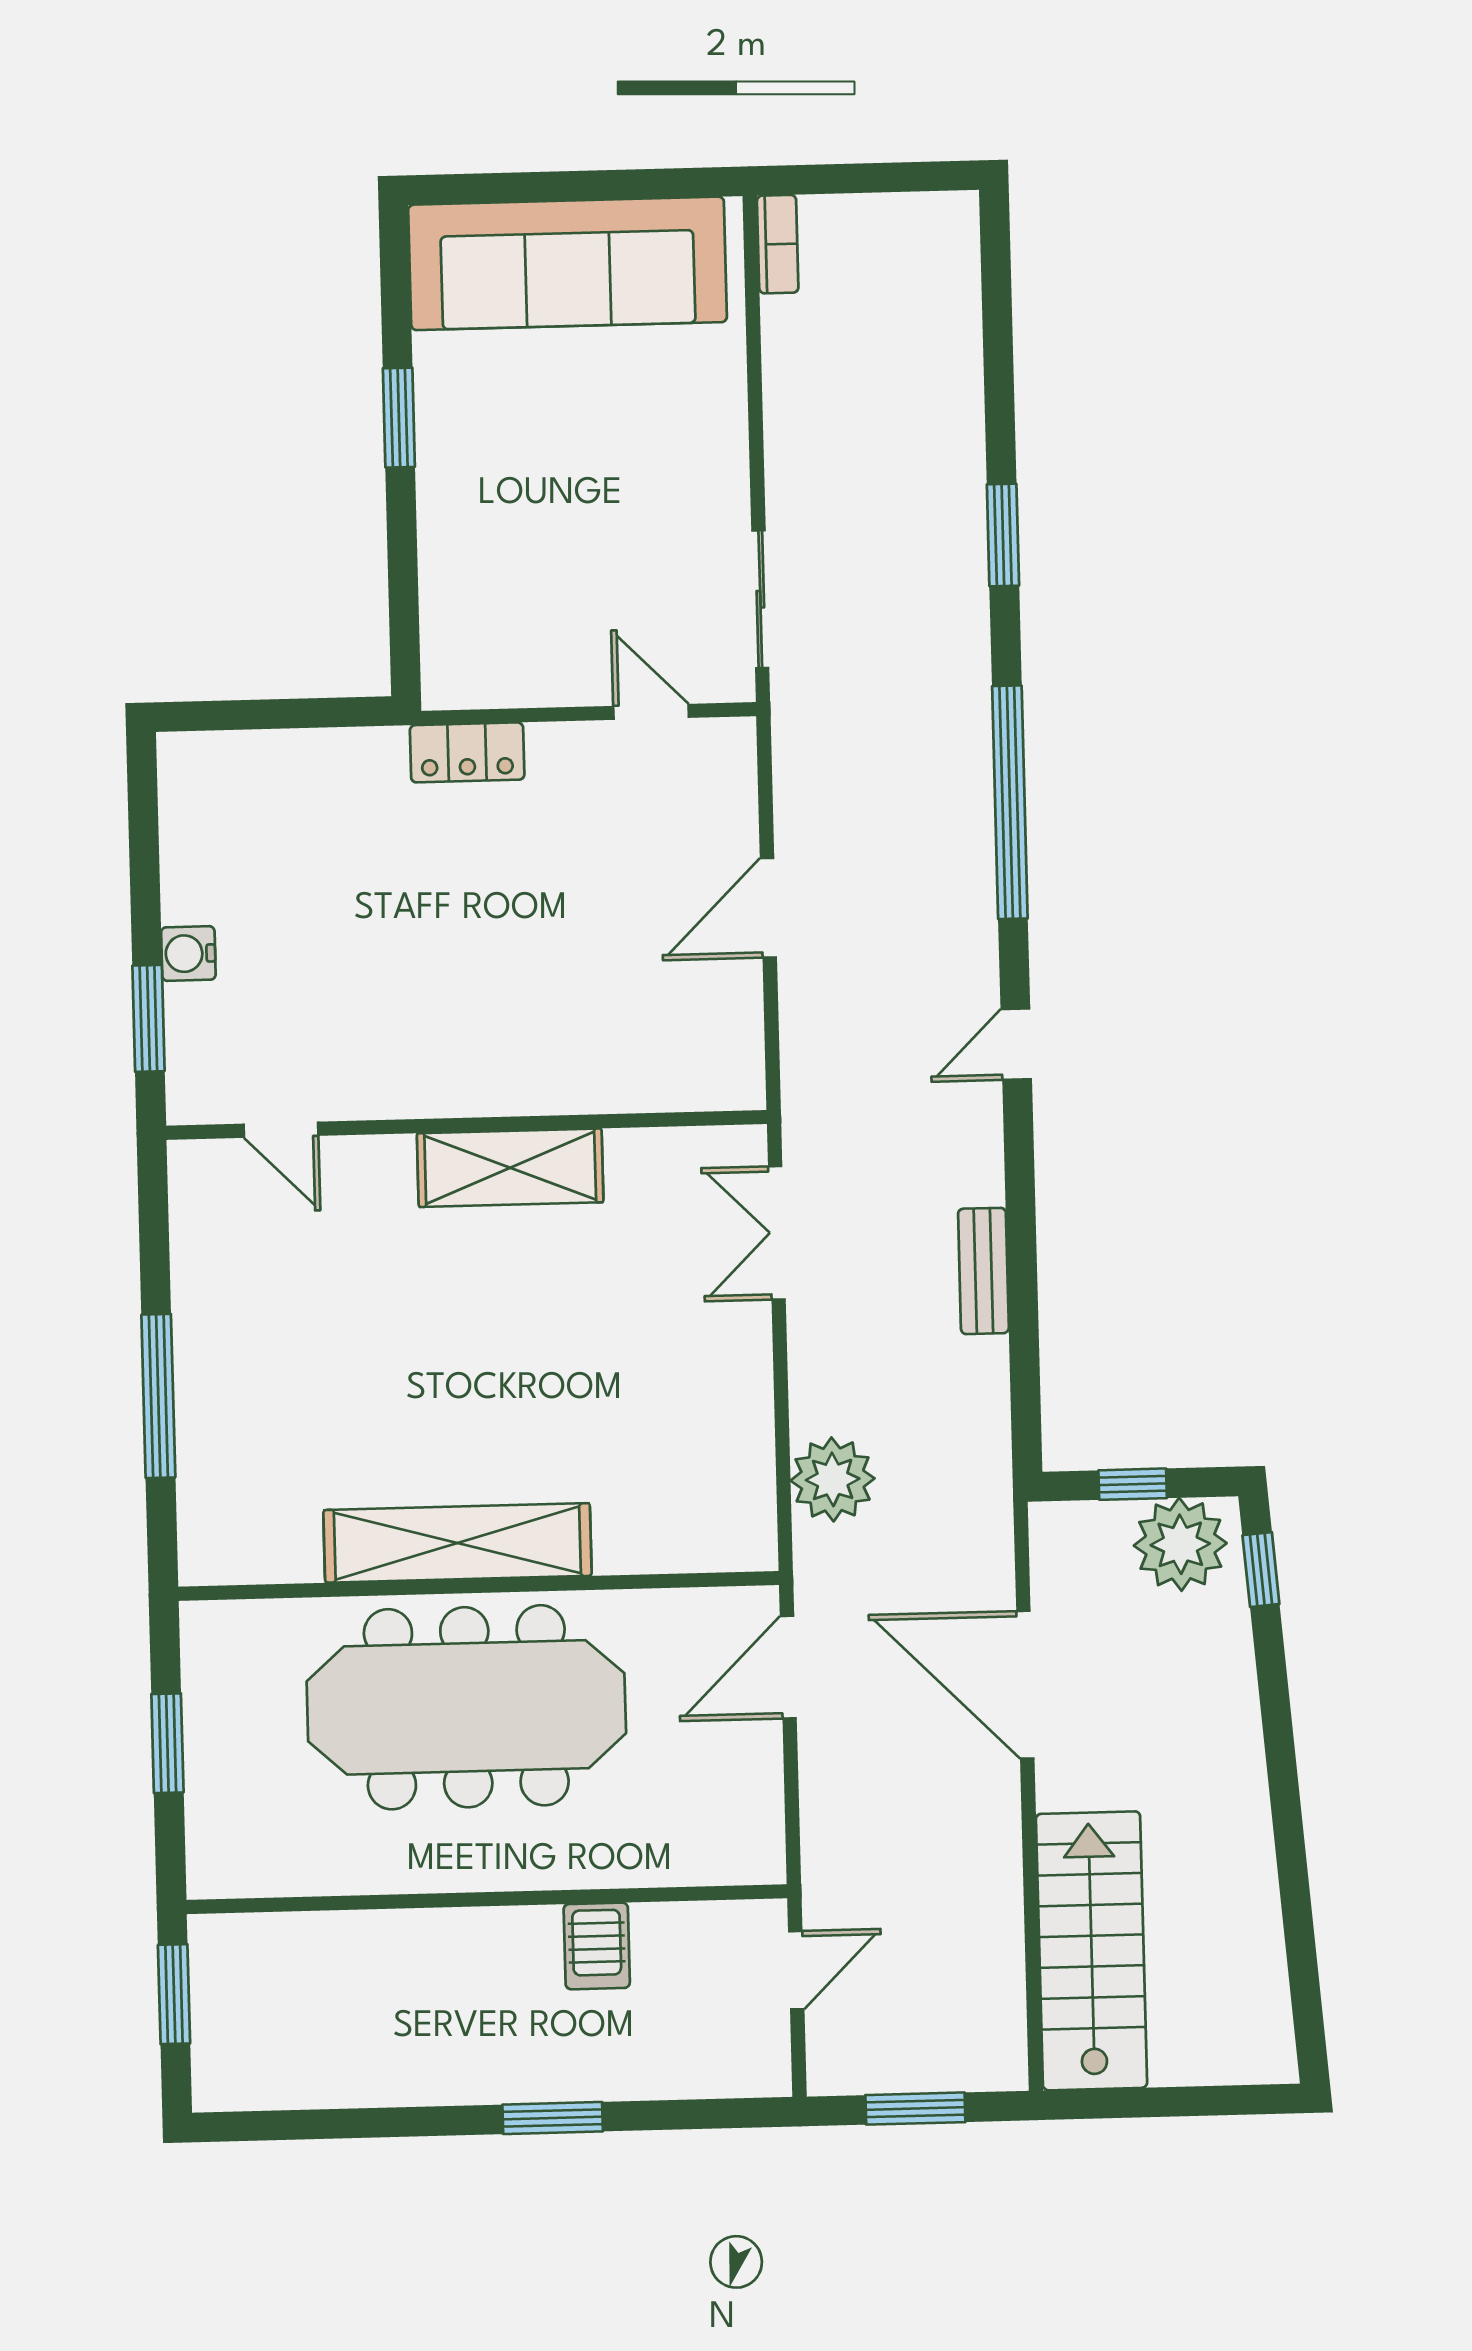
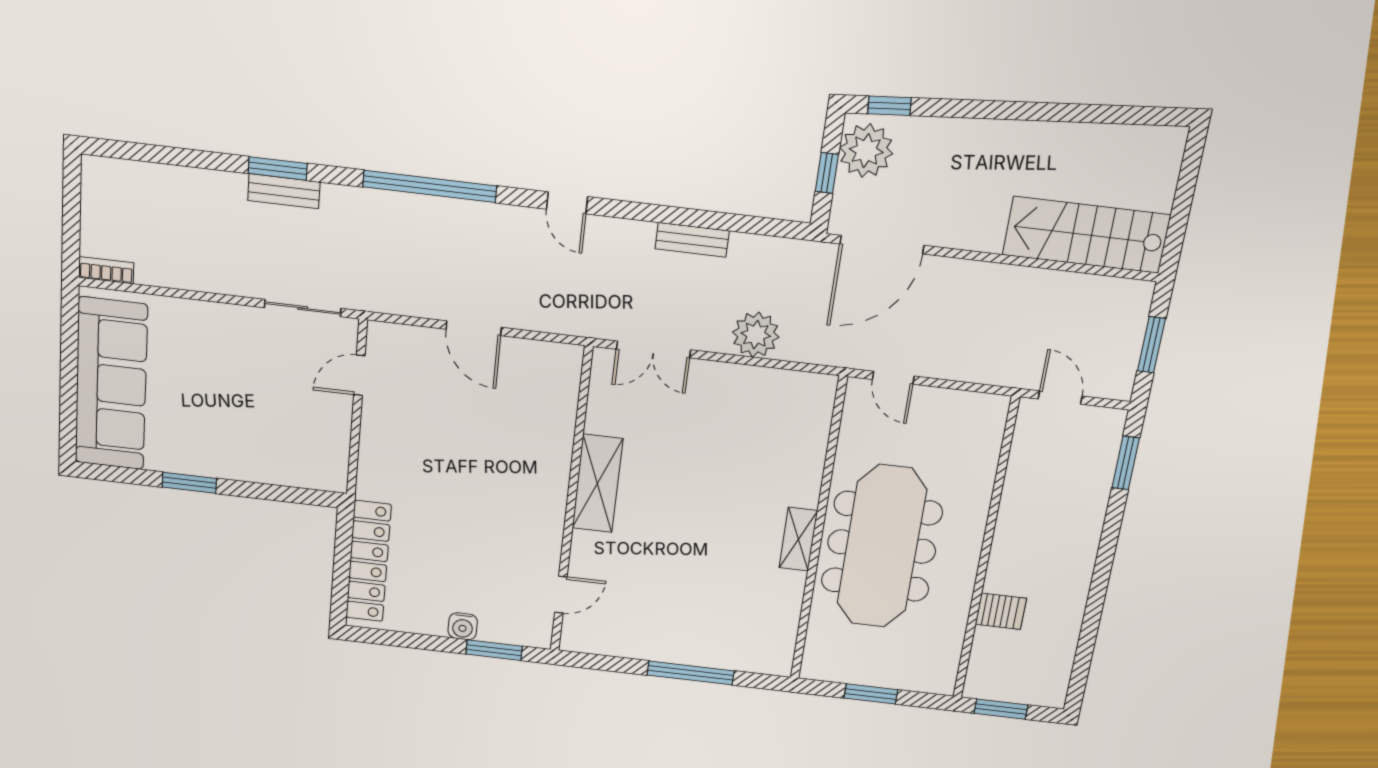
bench: (965, 549) -> (284, 191), added
locker: (467, 752) -> (368, 561), moved, width x2.16, depth x1.21
plant: (833, 1479) -> (756, 335), moved
shelving: (457, 1543) -> (798, 539), width x0.45, depth x0.75
door: (788, 1667) -> (893, 378), width x0.73
door: (1025, 1685) -> (882, 245), moved
server rack: (597, 1946) -> (1001, 611), moved
window: (553, 2118) -> (1126, 463), moved

